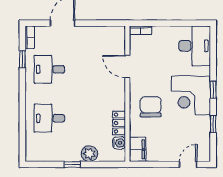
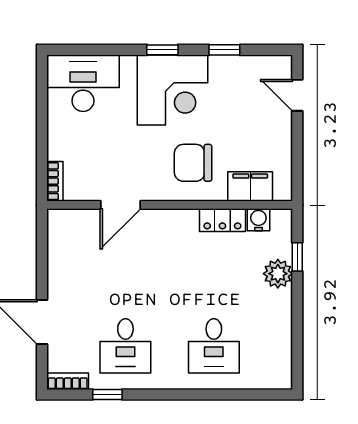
filing cabinet: (138, 149) -> (250, 186), moved
window: (72, 164) -> (297, 257), moved

